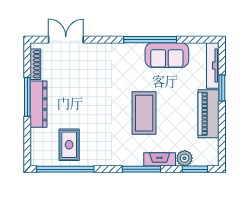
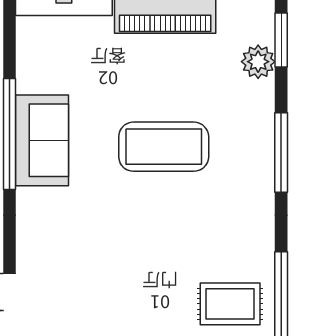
sofa: (167, 55) -> (42, 140), moved
fireplace: (160, 159) -> (261, 114), removed

